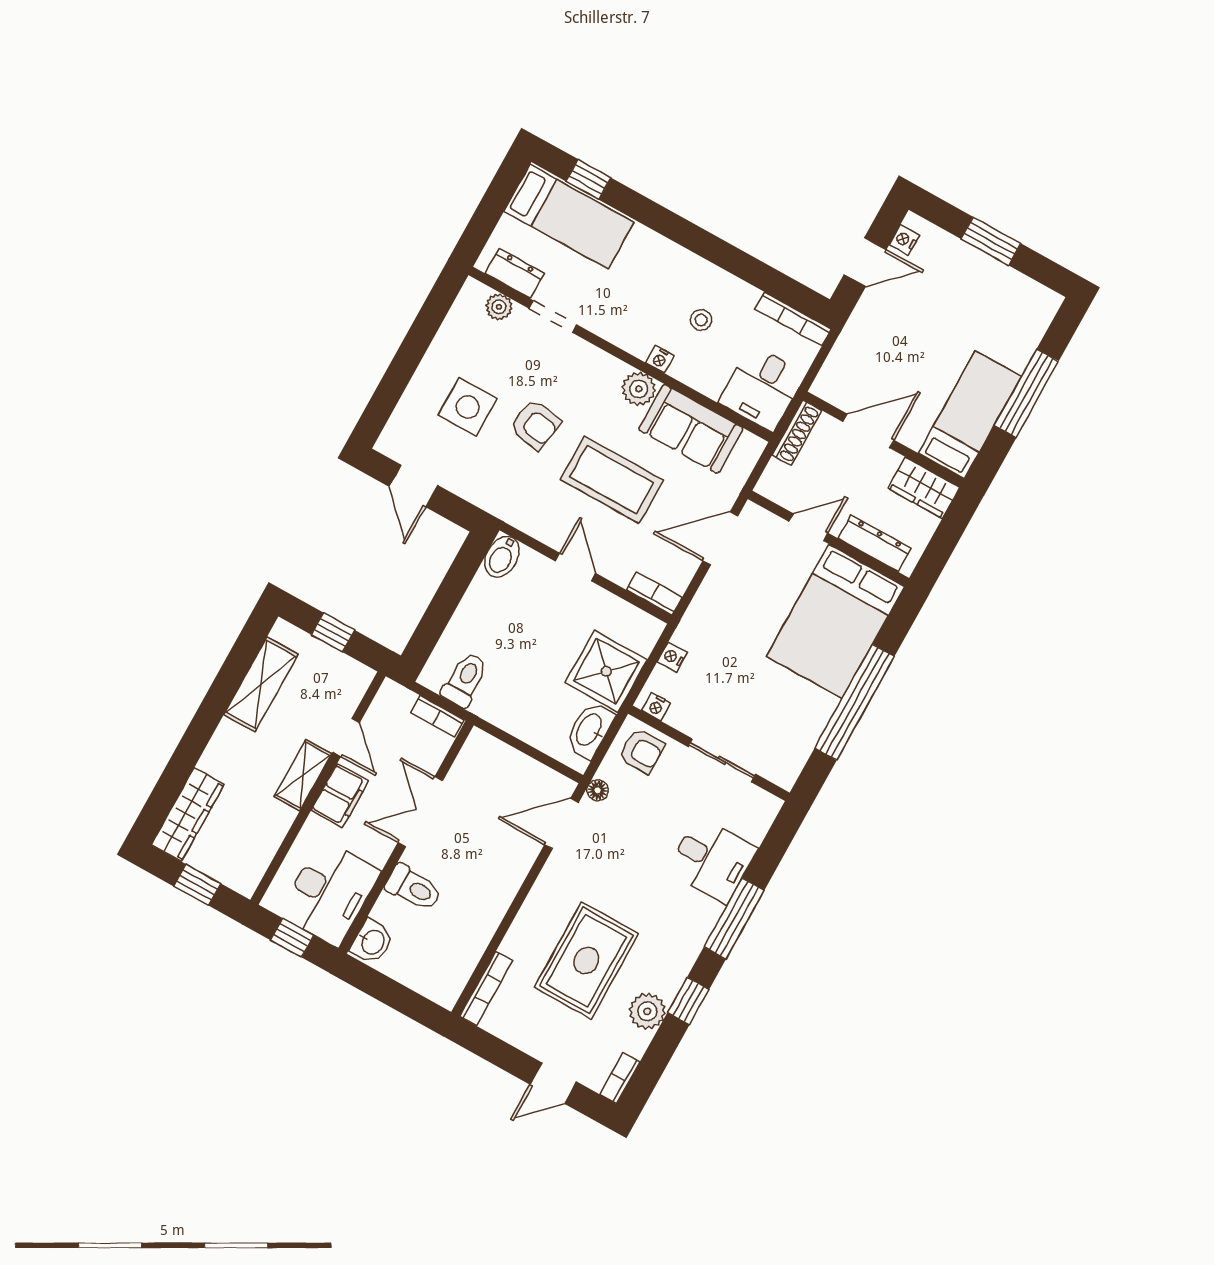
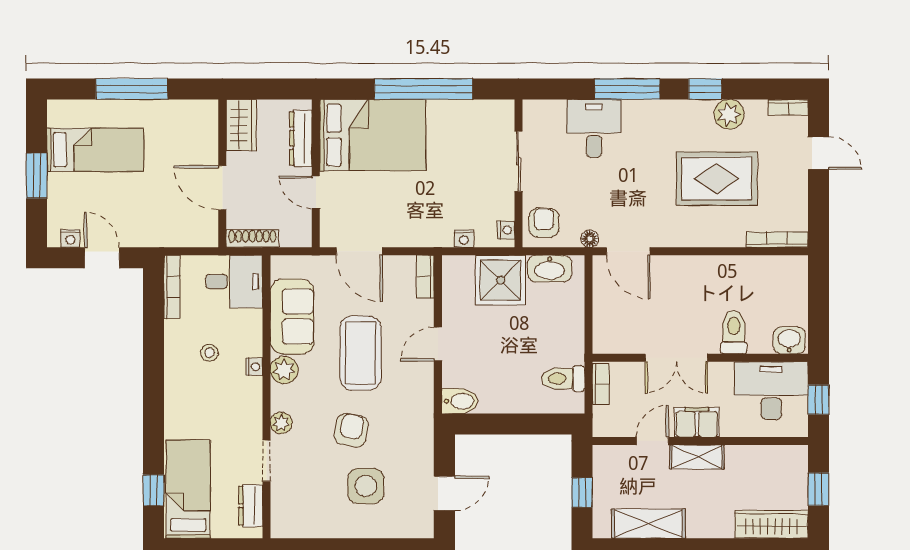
plant: (499, 307) -> (281, 423), moved
bed: (970, 415) -> (95, 150), moved, turned 180

